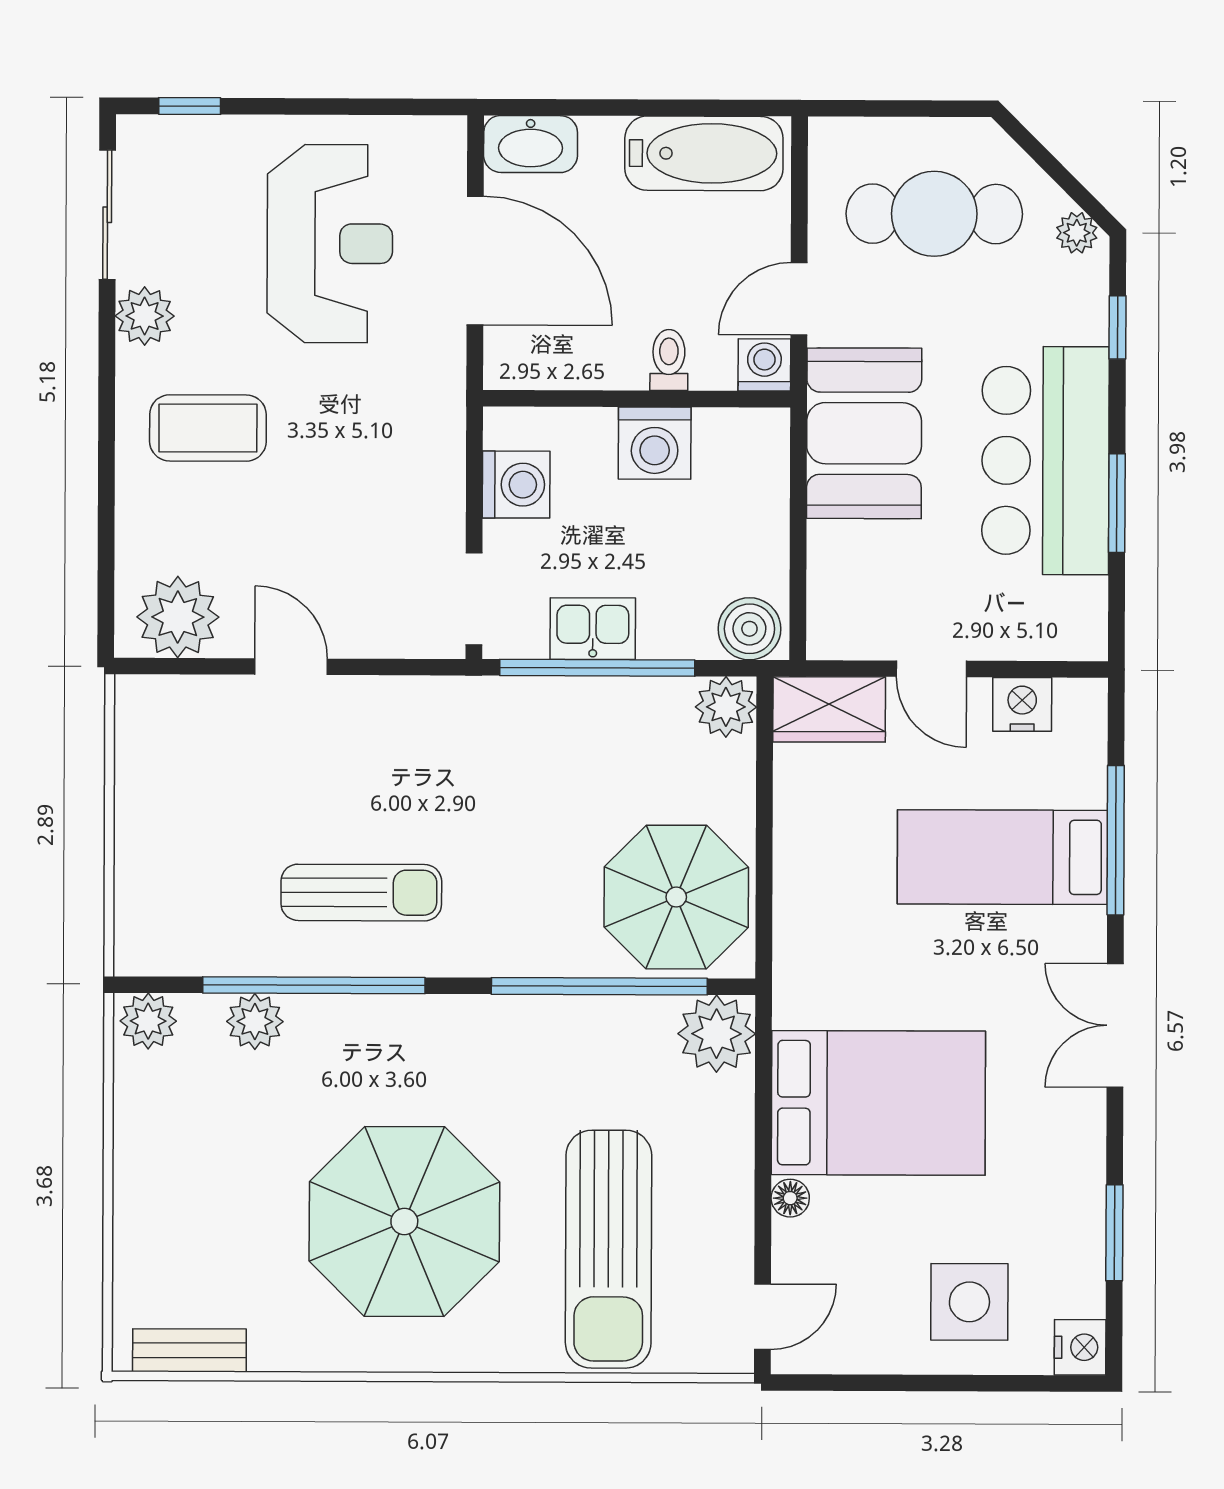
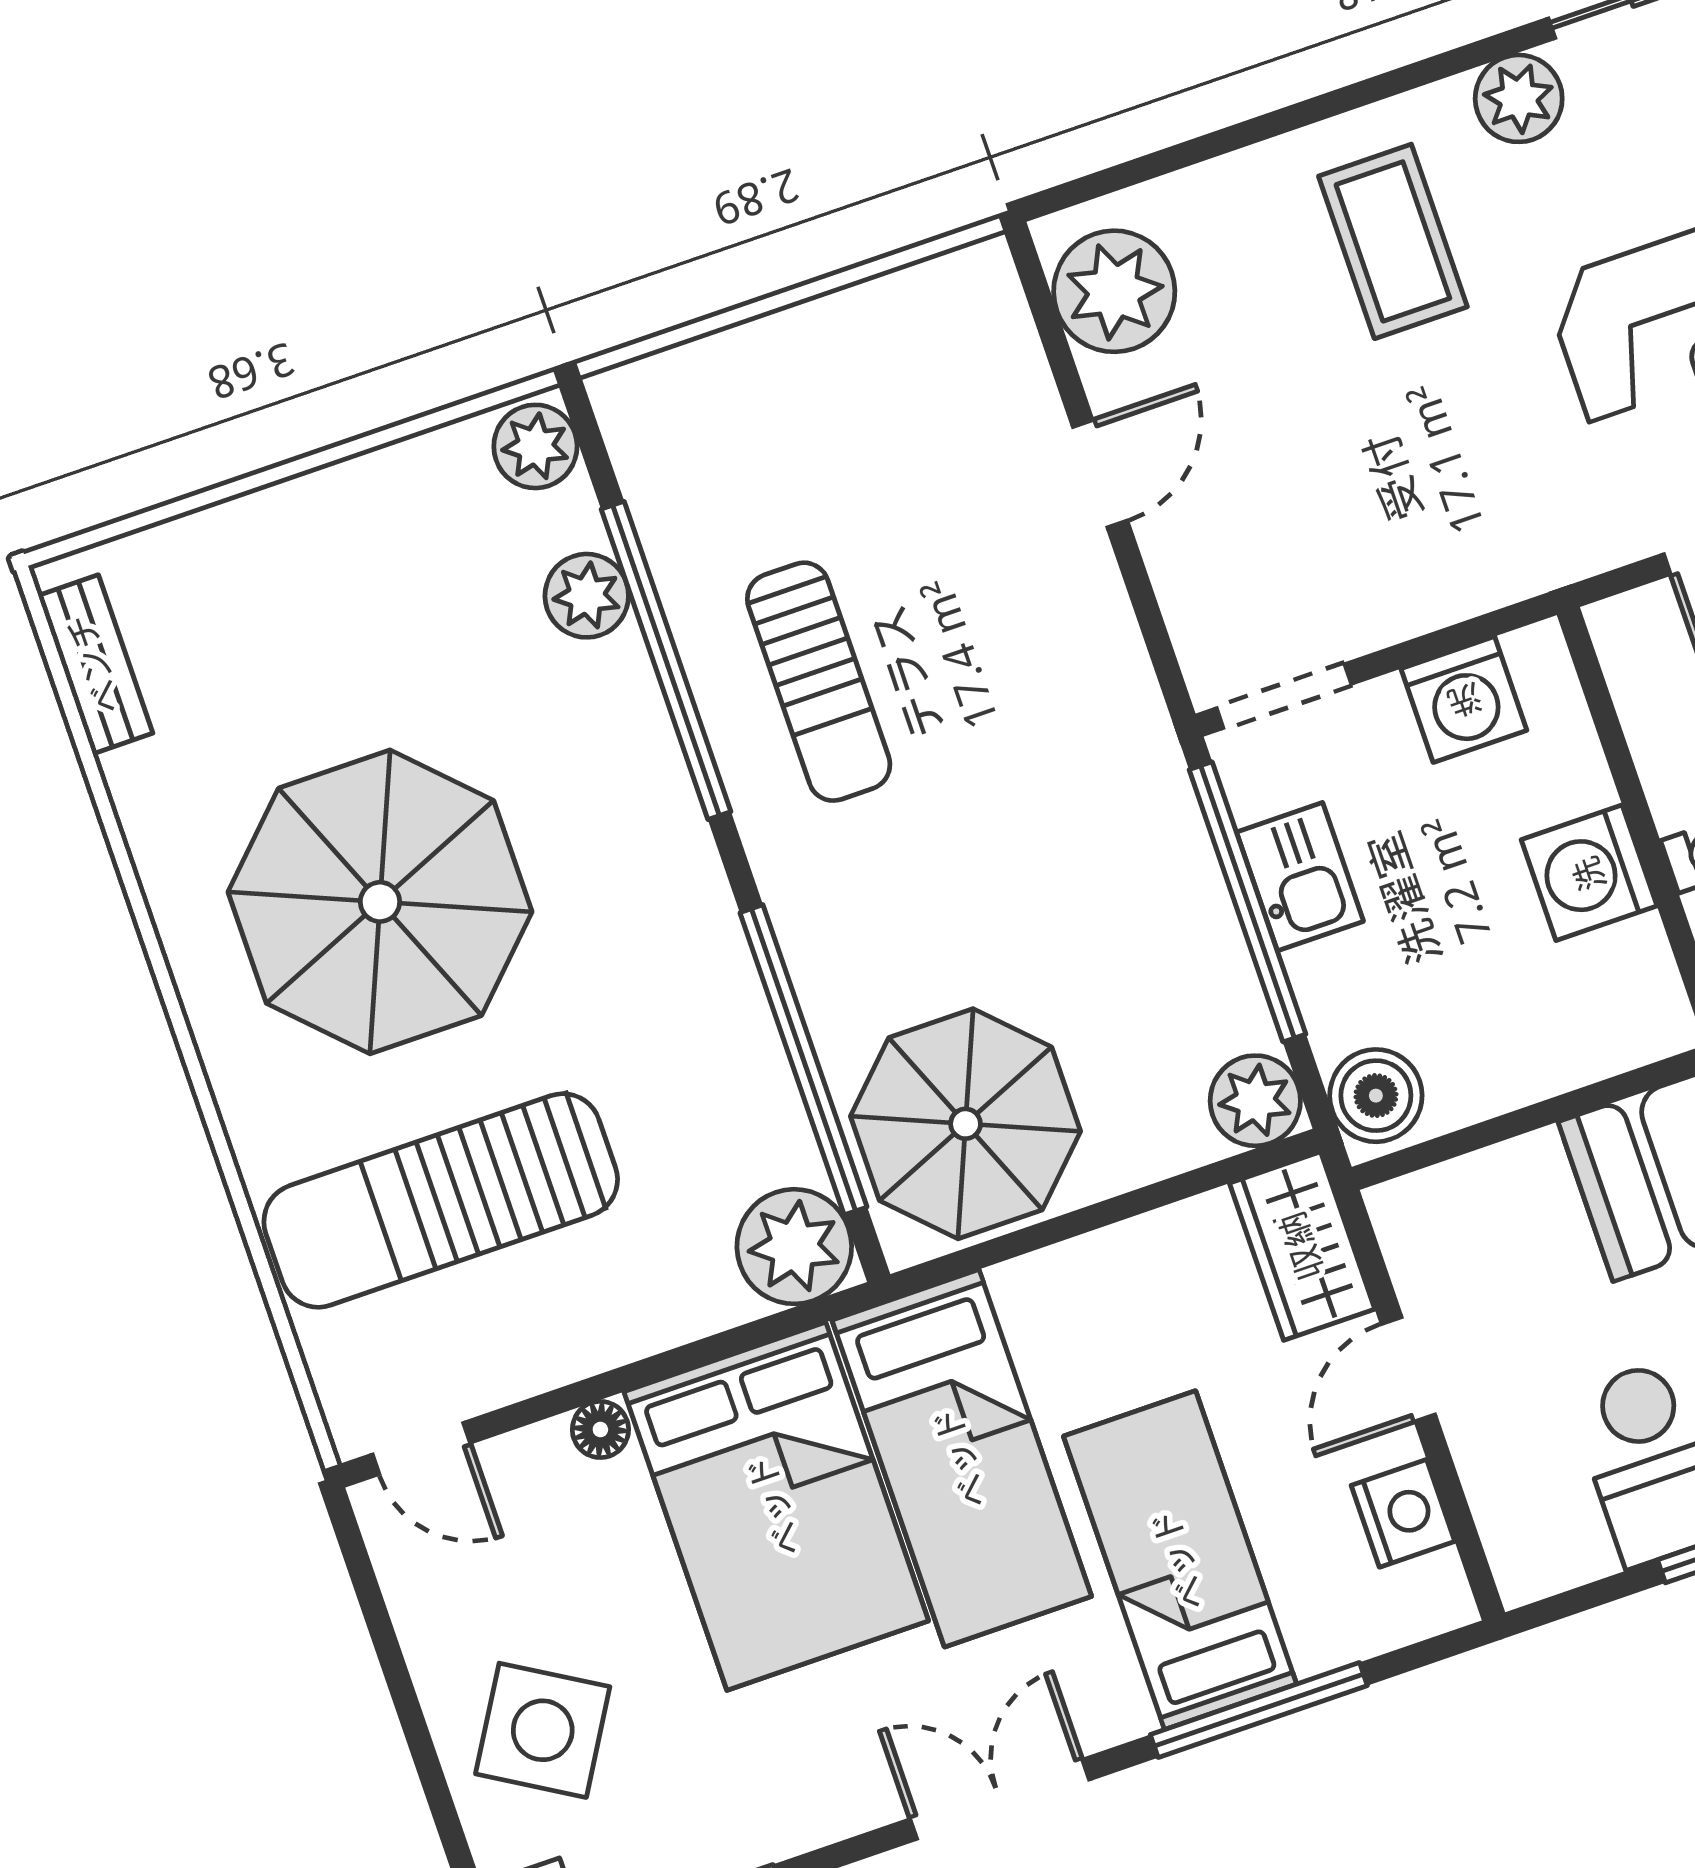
bed: (889, 974) -> (962, 1458), added
side table: (969, 1302) -> (543, 1730), turned 31

